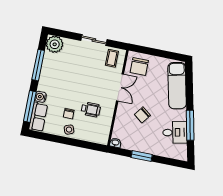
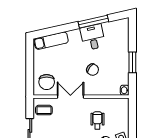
chair: (139, 67) -> (47, 82), turned 90
exam couch: (177, 86) -> (51, 41), width x0.73, depth x0.69
desk: (175, 132) -> (93, 37), moved

